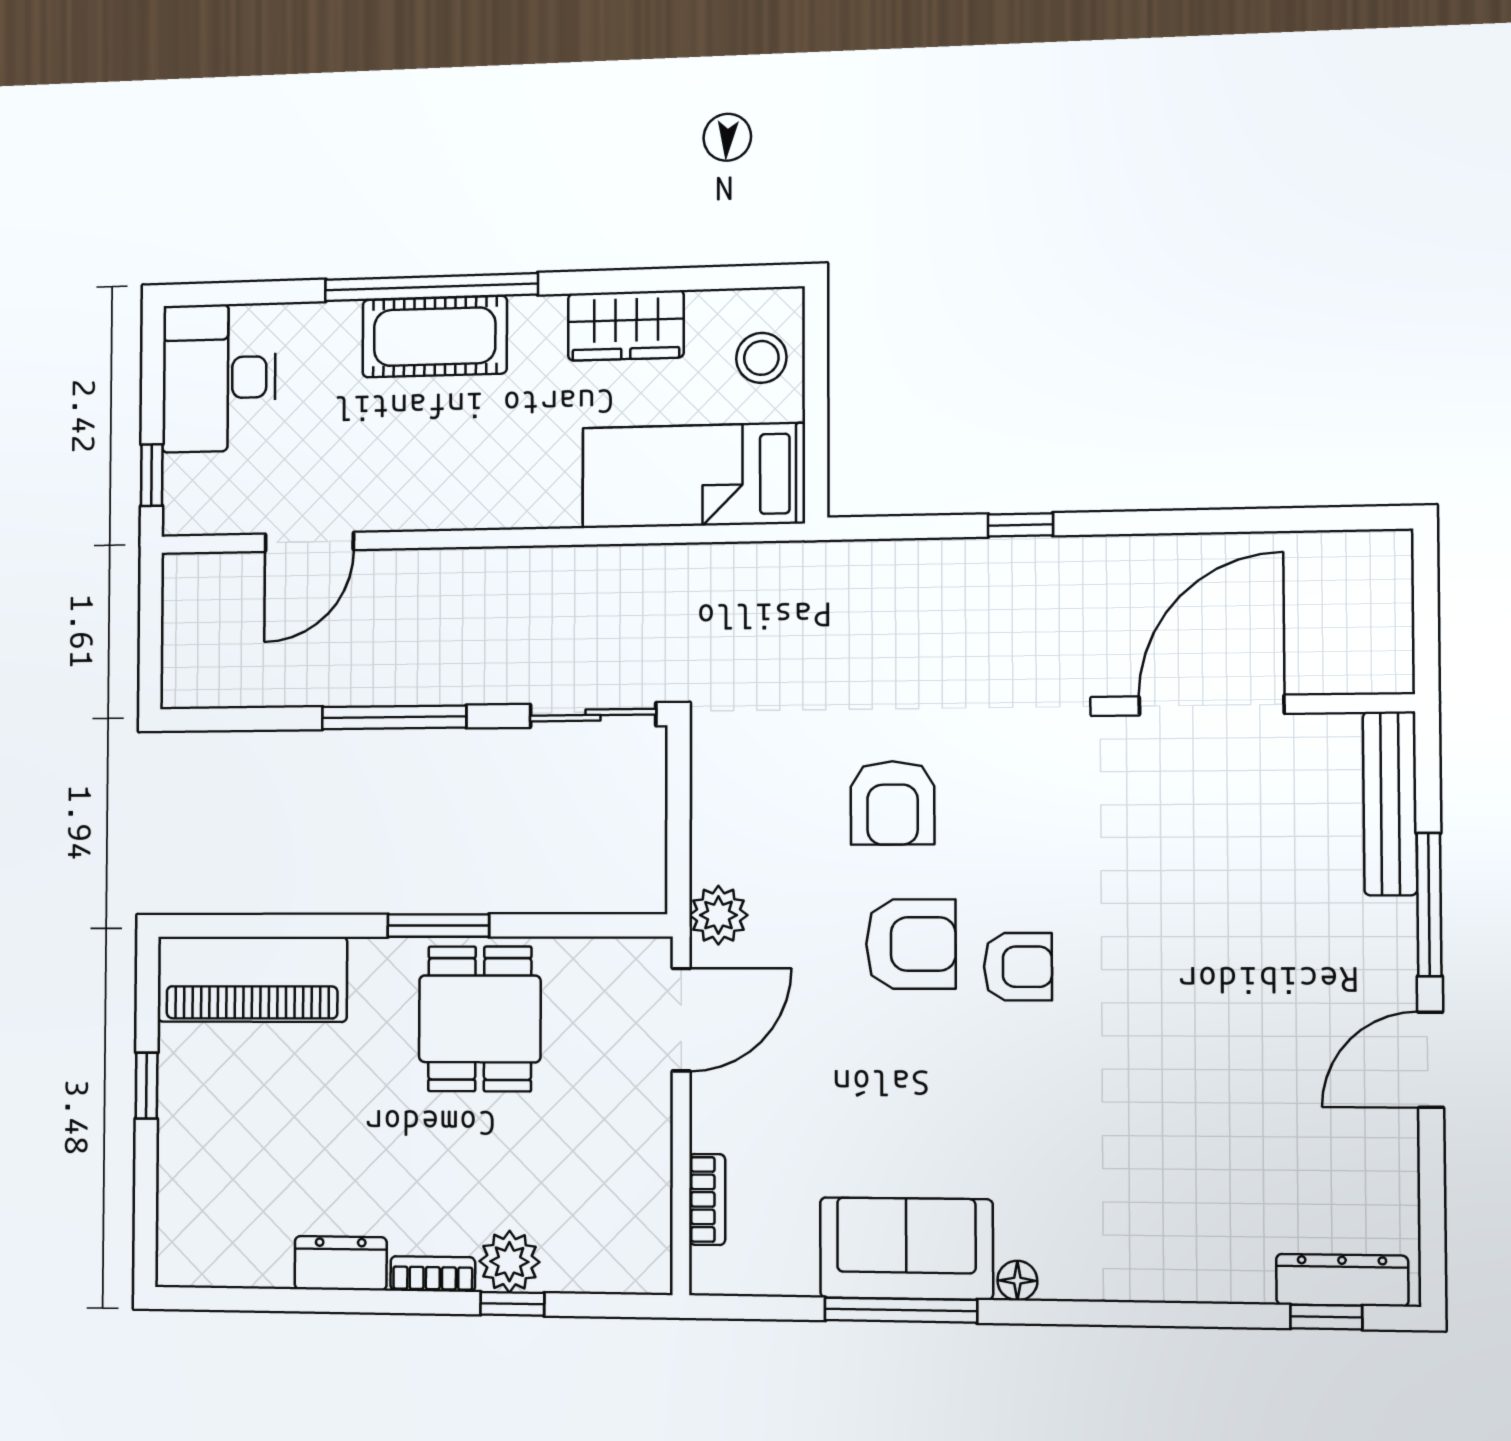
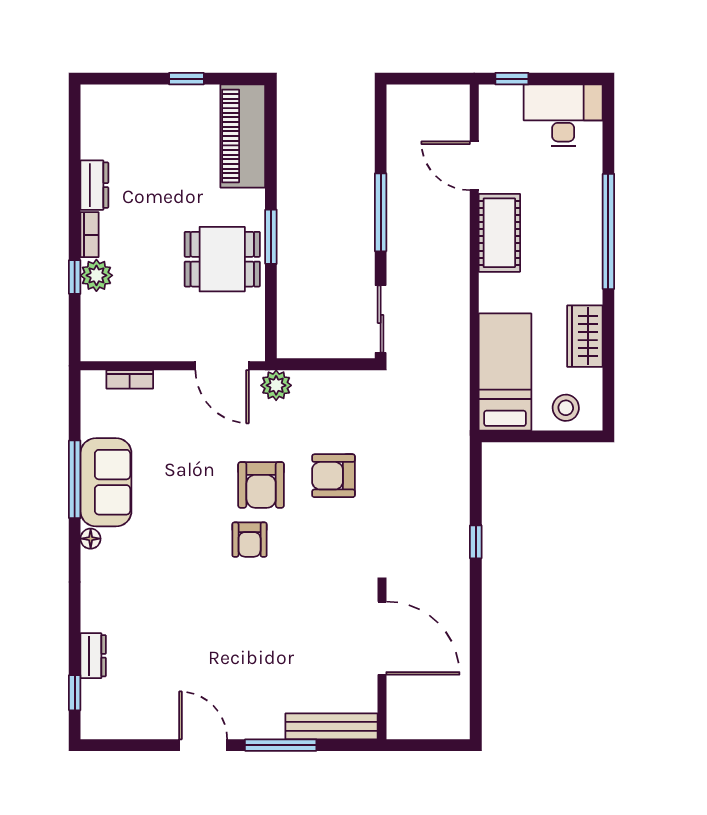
cot: (435, 337) -> (499, 233), moved
dresser: (1342, 1280) -> (93, 656), moved, width x0.70

